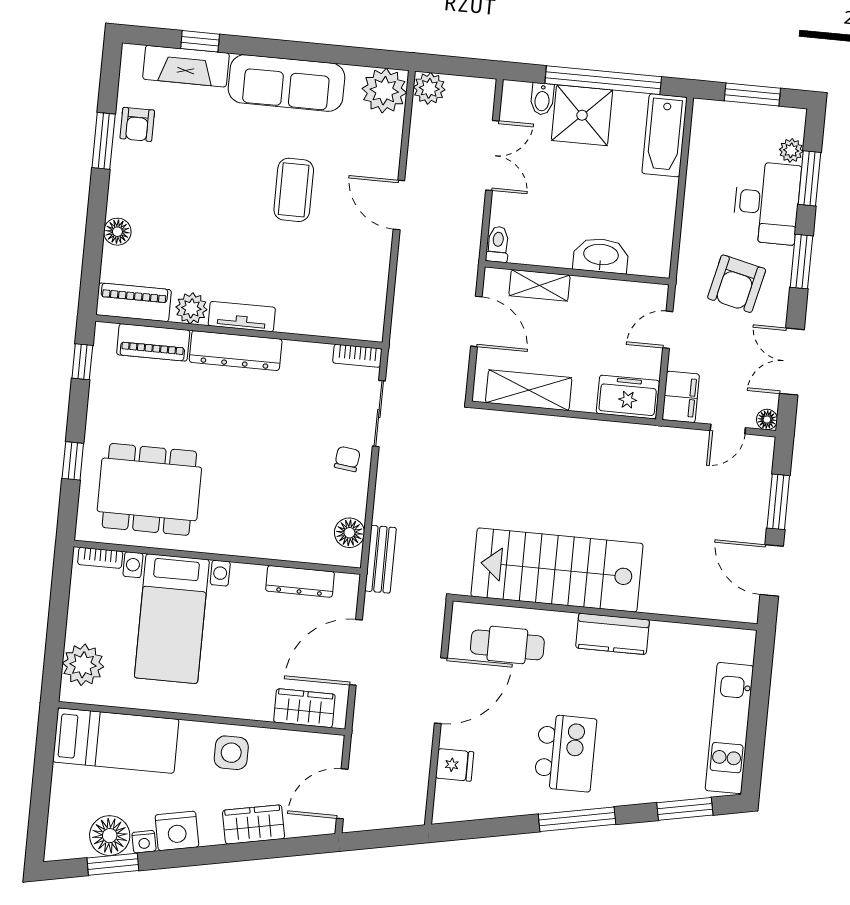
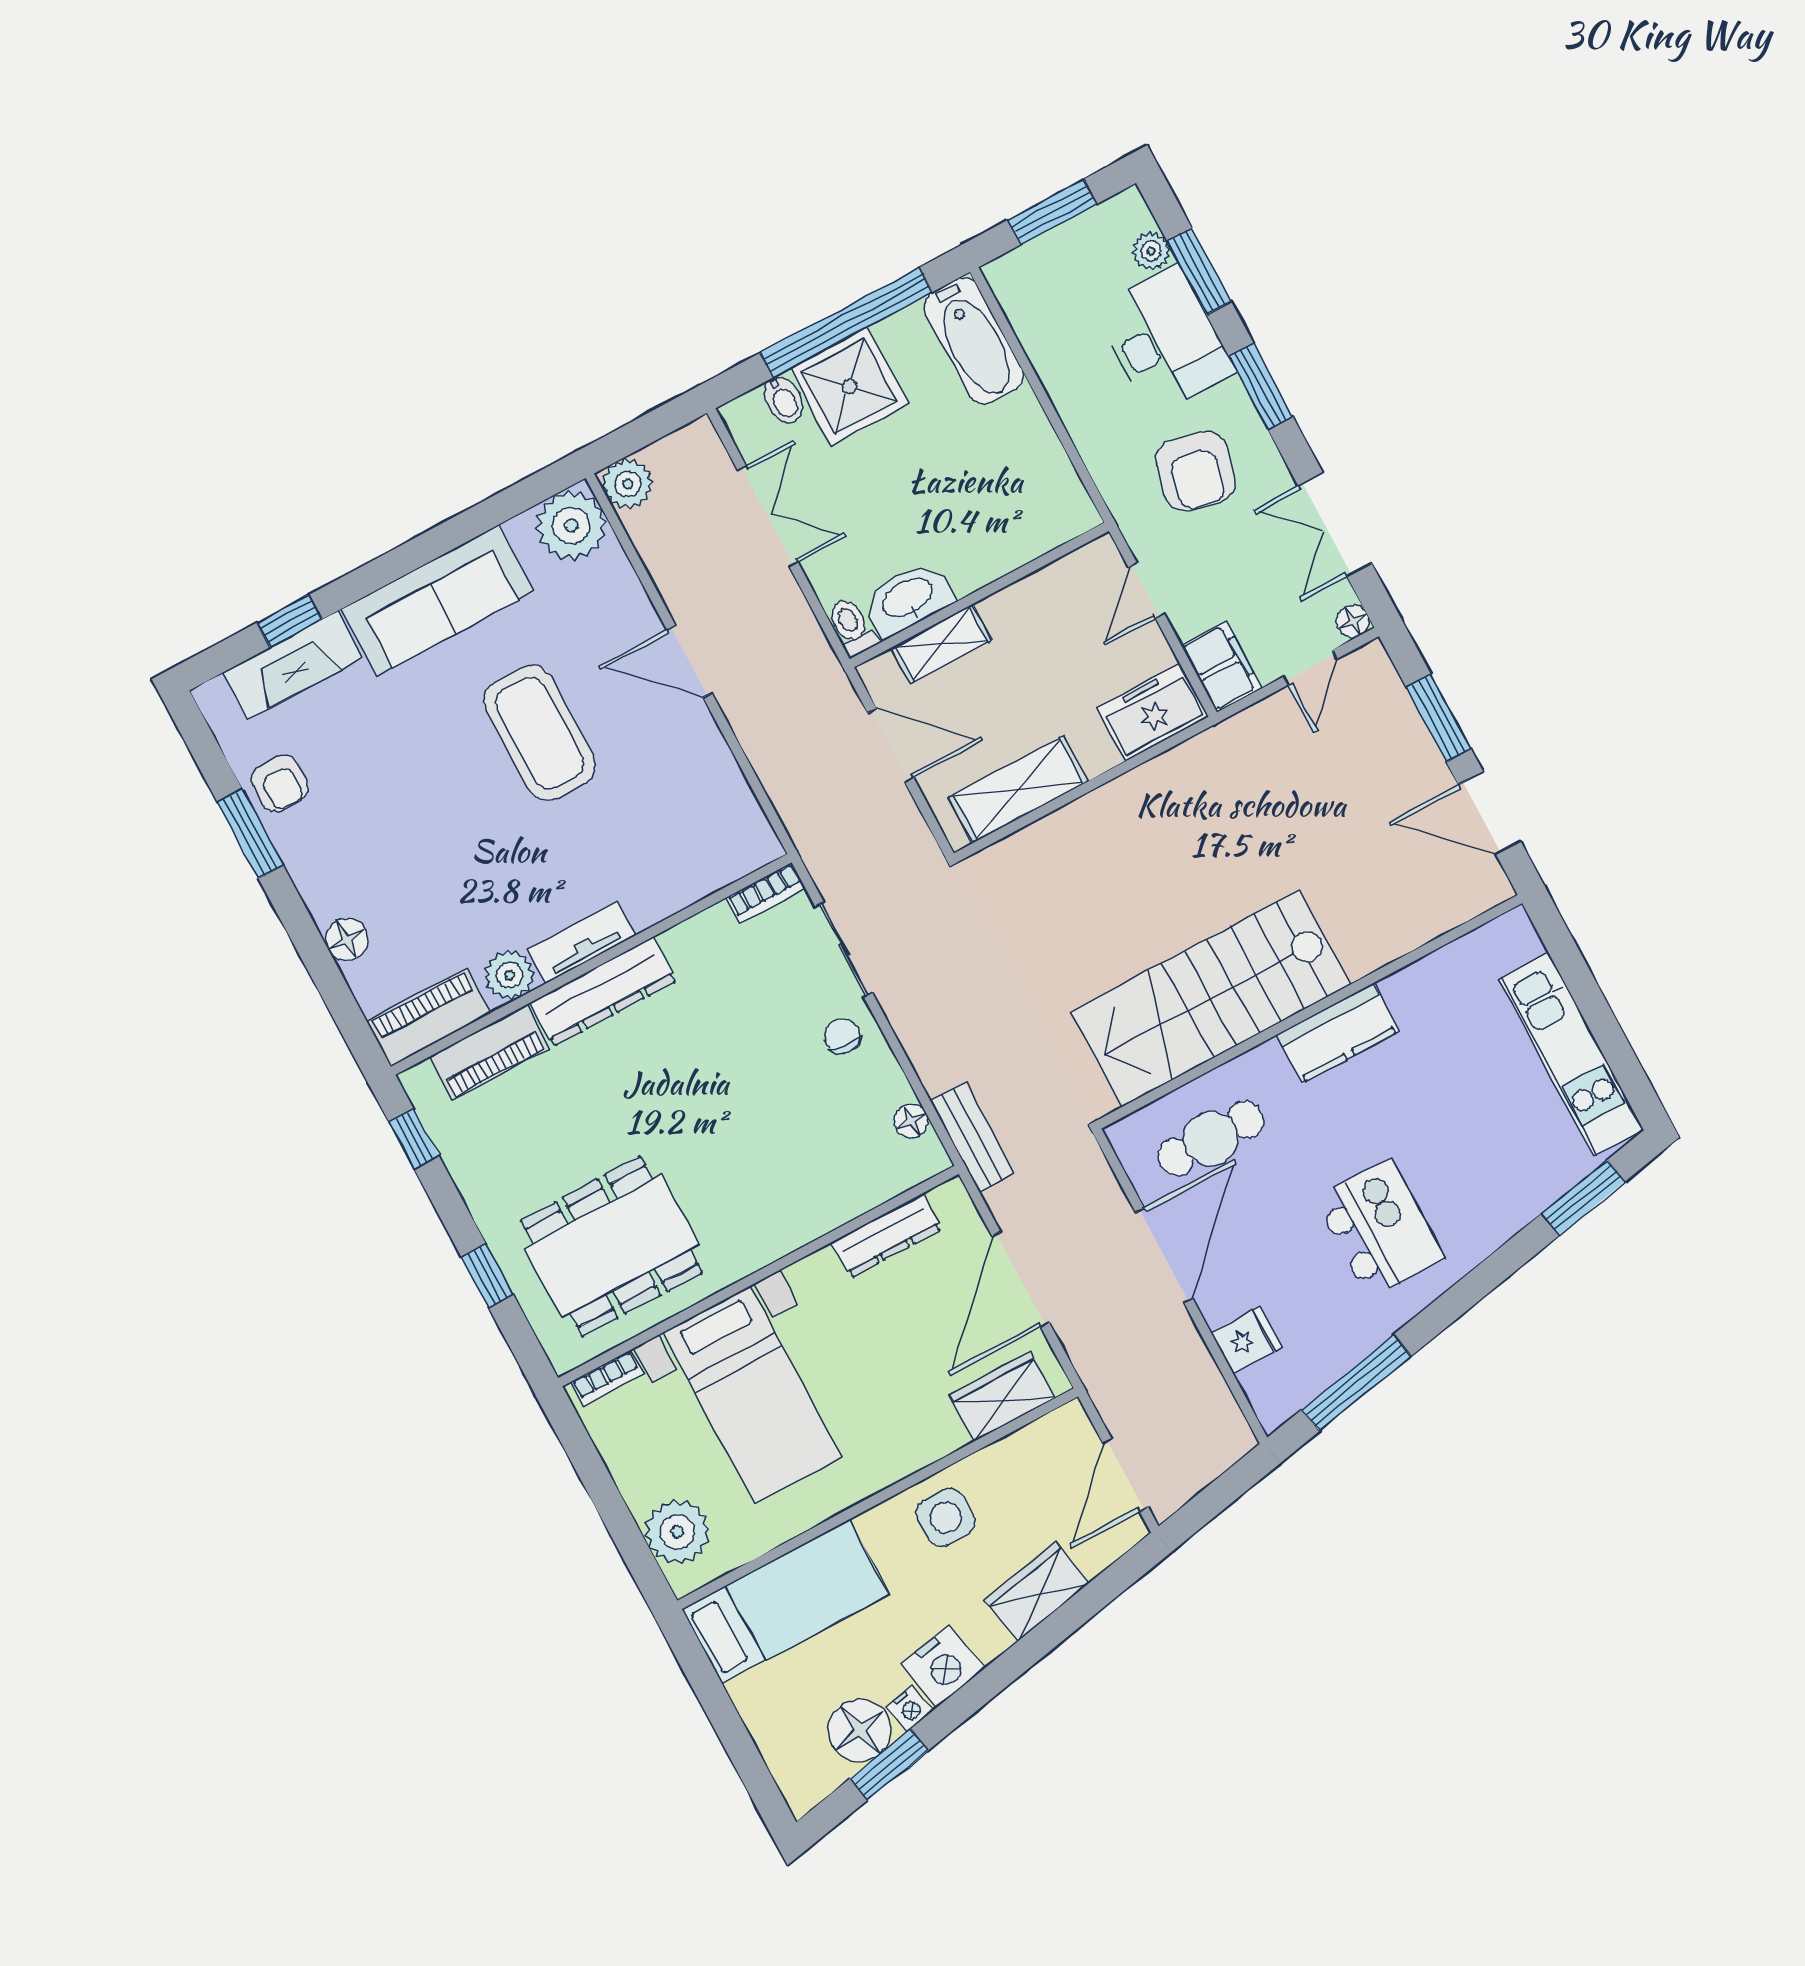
coffee table: (294, 190) -> (540, 733), width x1.36, depth x1.32
washbasin: (601, 255) -> (908, 599), moved
floor lamp: (349, 533) -> (911, 1121), width x0.73, depth x0.73
window: (577, 819) -> (1356, 1383), moved

